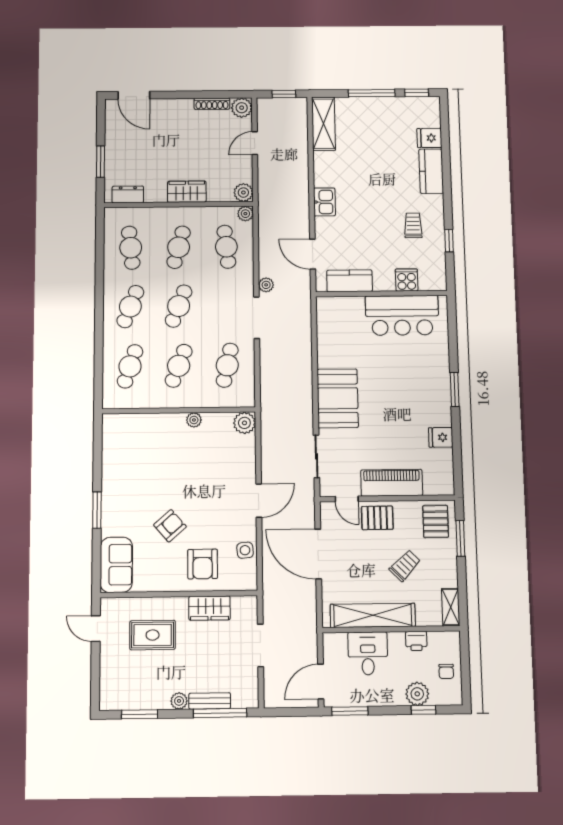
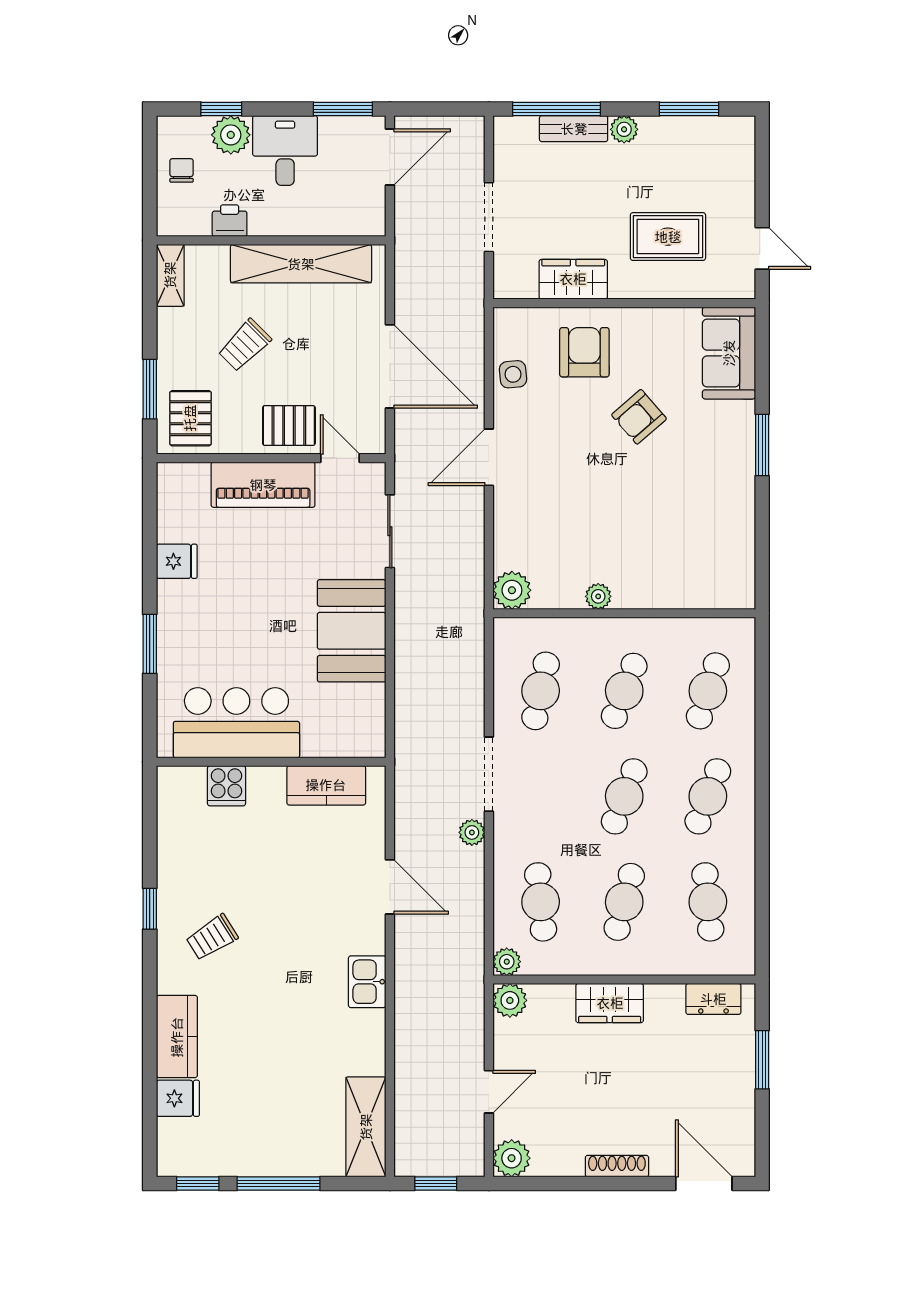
shoe rack: (212, 104) -> (617, 1166), moved
trolley: (413, 225) -> (212, 937), turned 58
cooker: (407, 280) -> (226, 786), moved
kitchen counter: (350, 281) -> (326, 785), moved
wall: (381, 294) -> (271, 762), moved
bar counter: (402, 315) -> (236, 723), moved
desk: (368, 653) -> (285, 151), moved, turned 180

